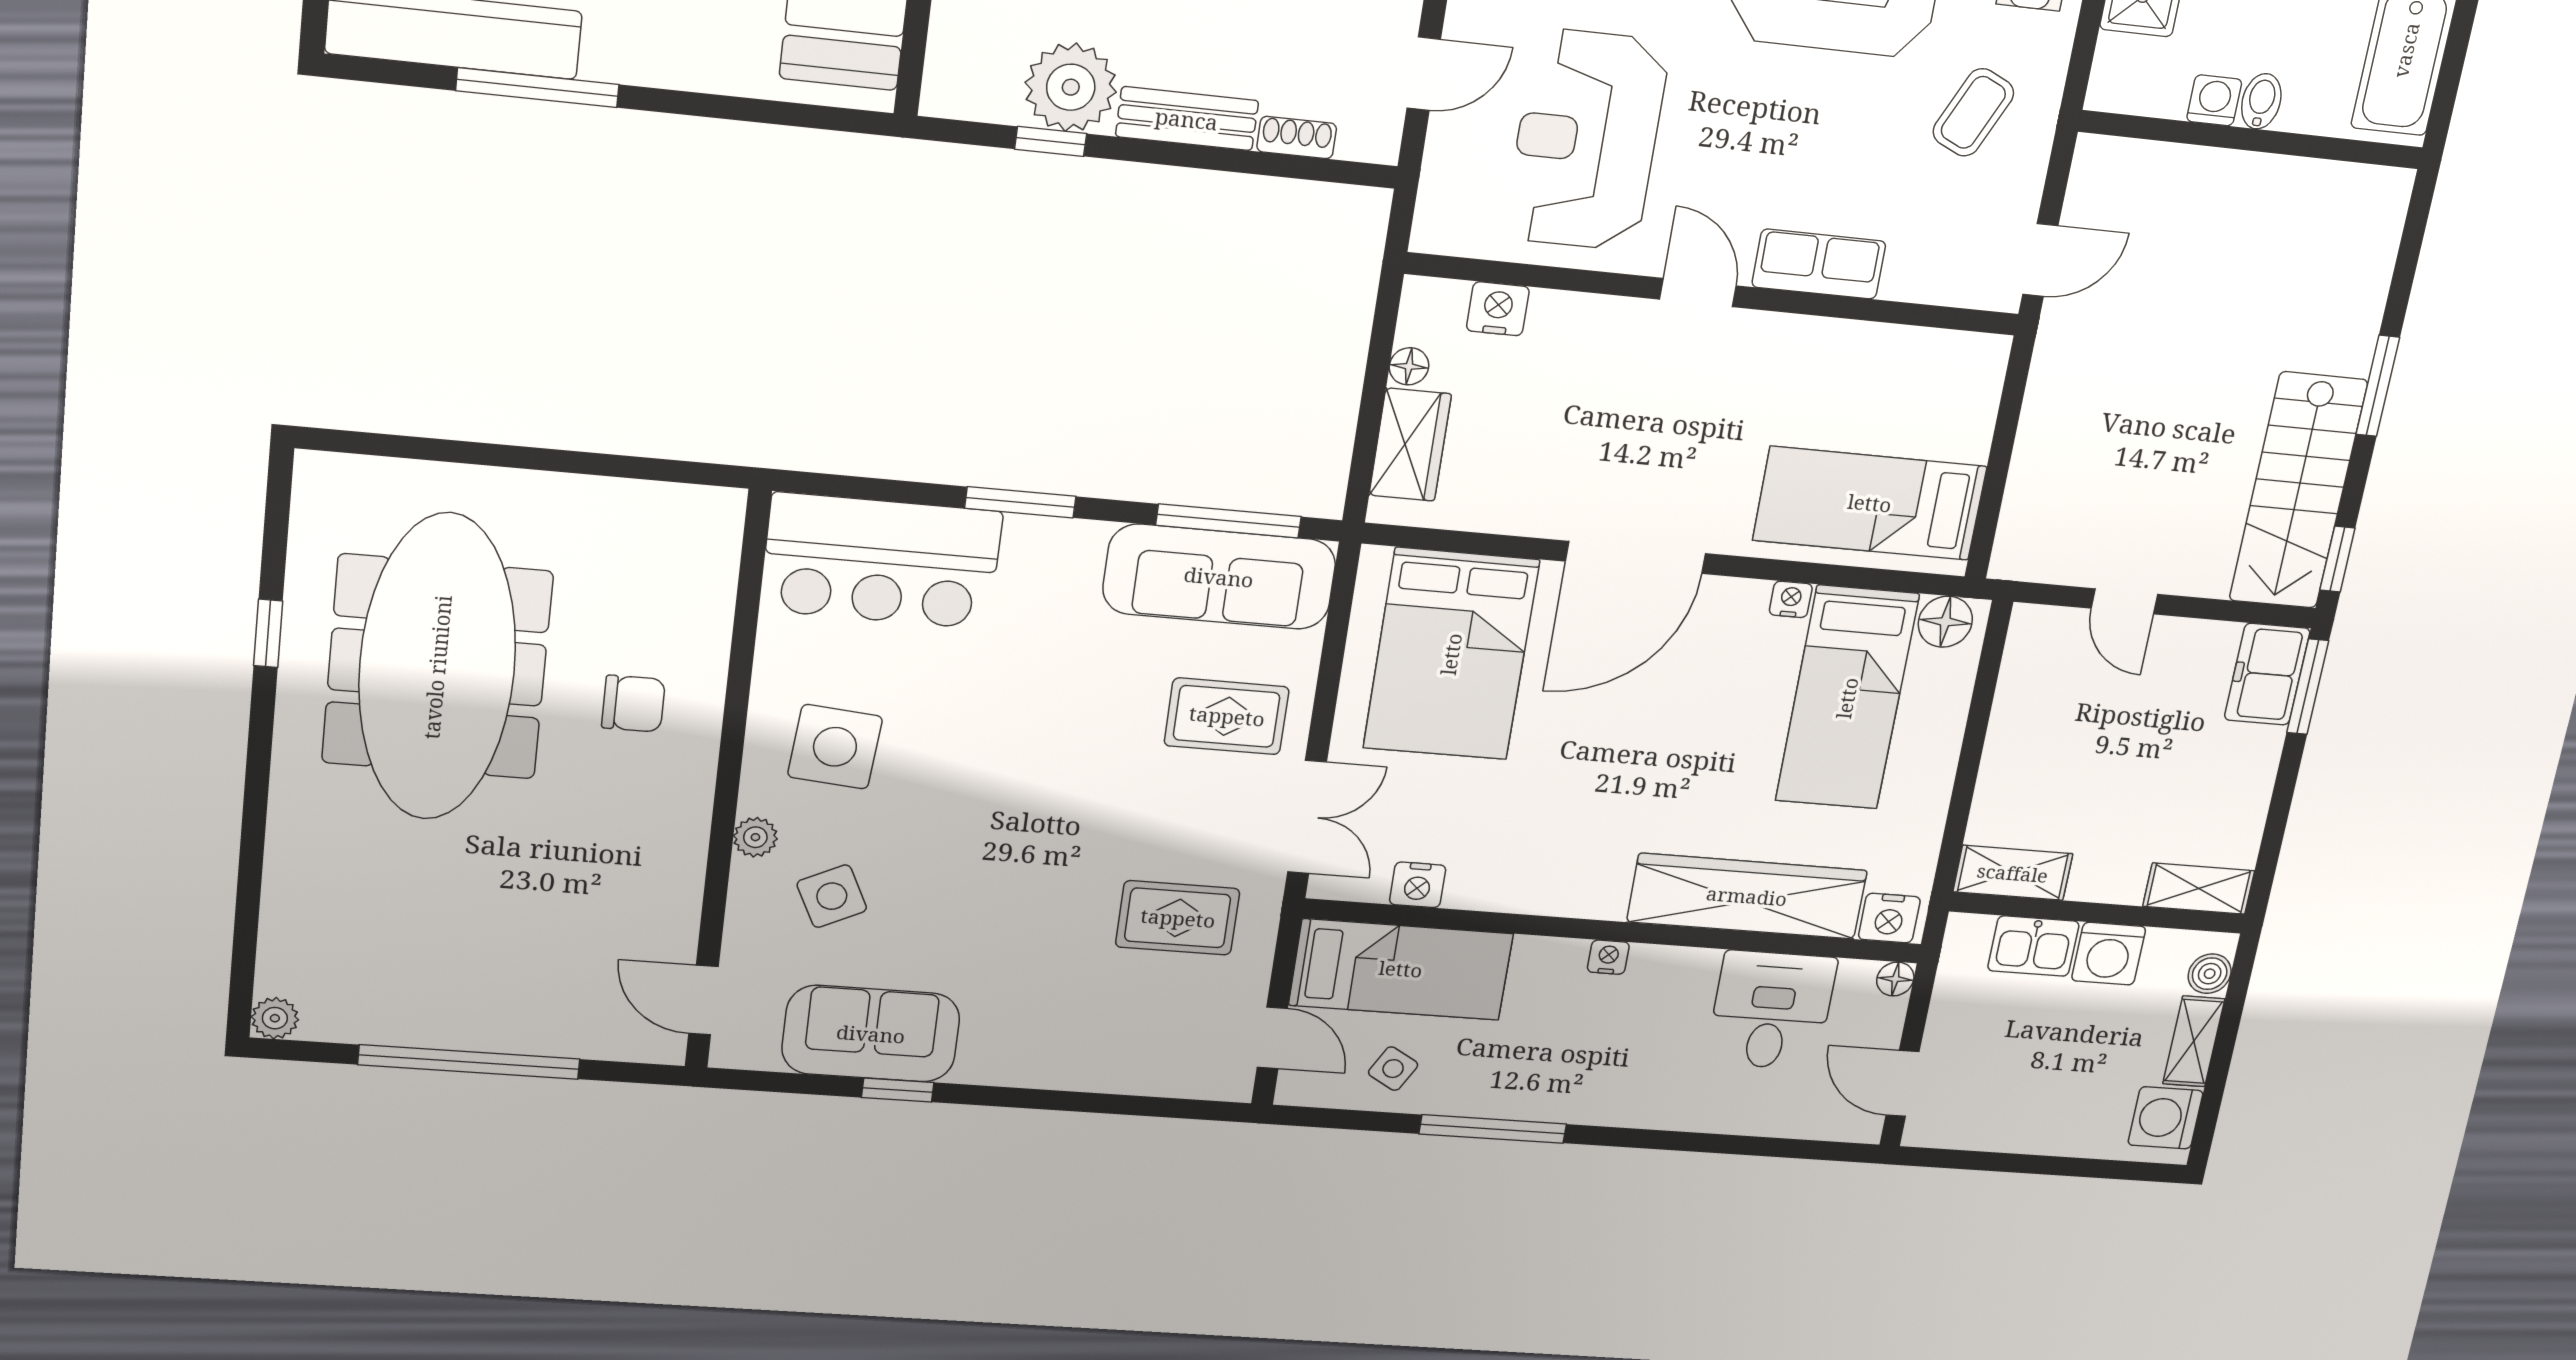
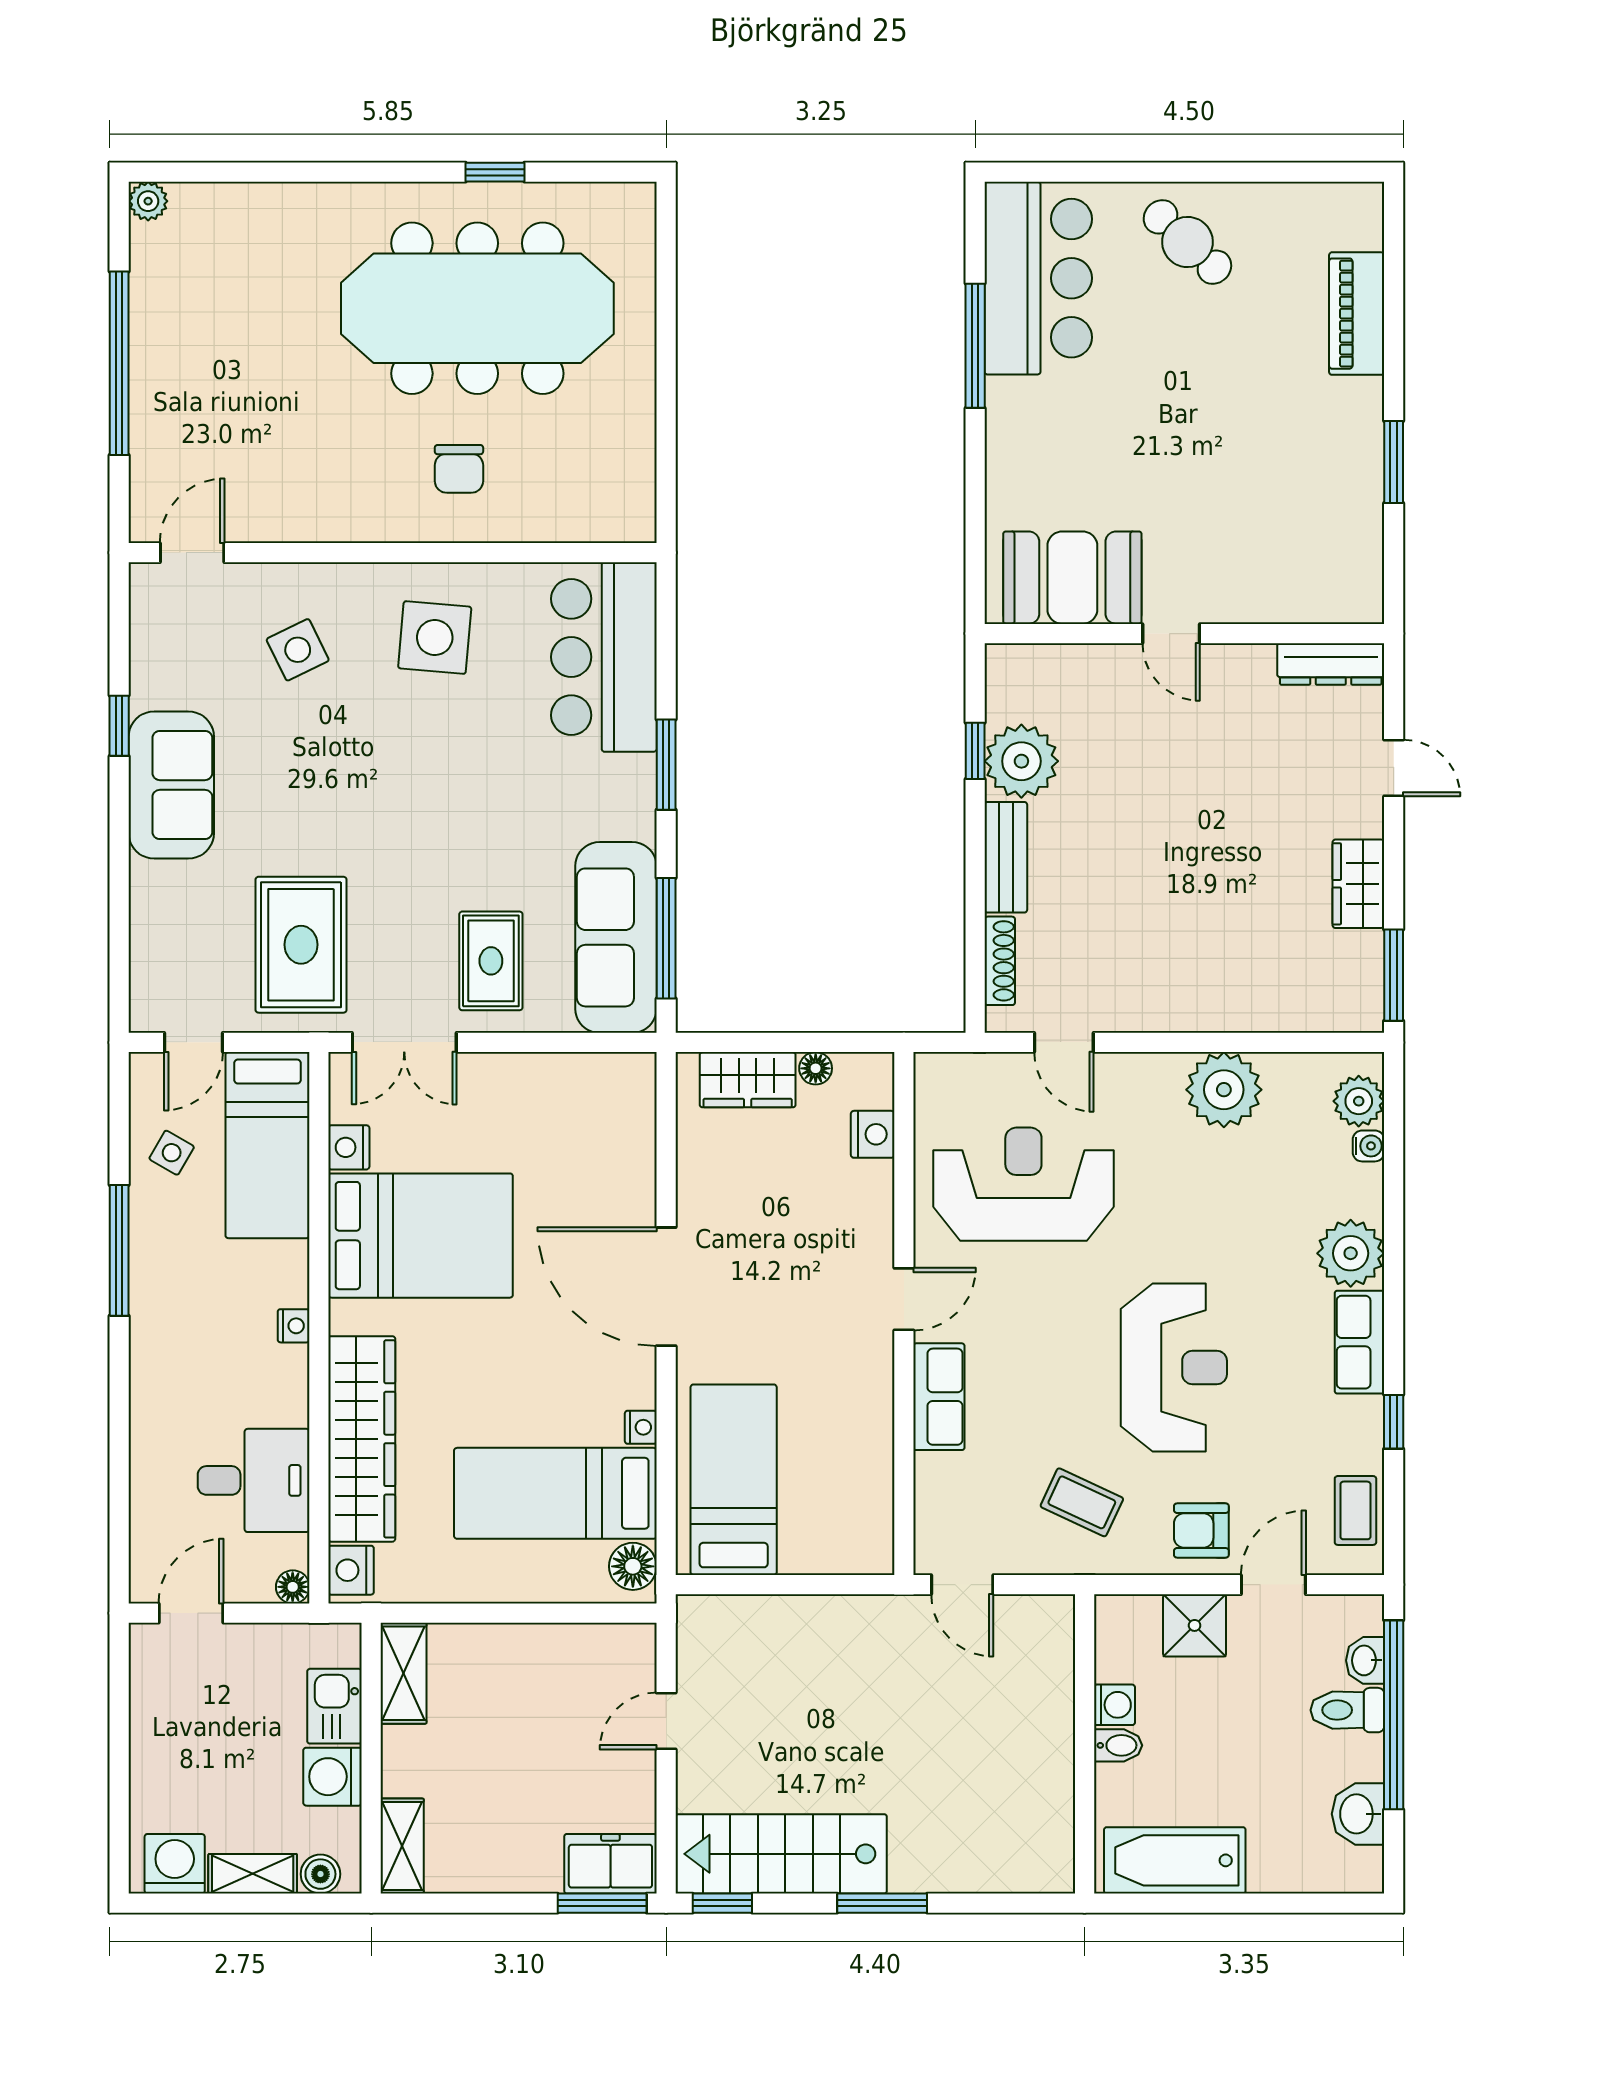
shoe rack: (1297, 138) -> (1000, 961), width x1.43
bed: (1451, 654) -> (421, 1236), moved, turned 180
plant: (755, 837) -> (347, 581), removed
rug: (1178, 918) -> (301, 945), width x1.36, depth x1.43
sofa: (871, 1034) -> (171, 785), moved

